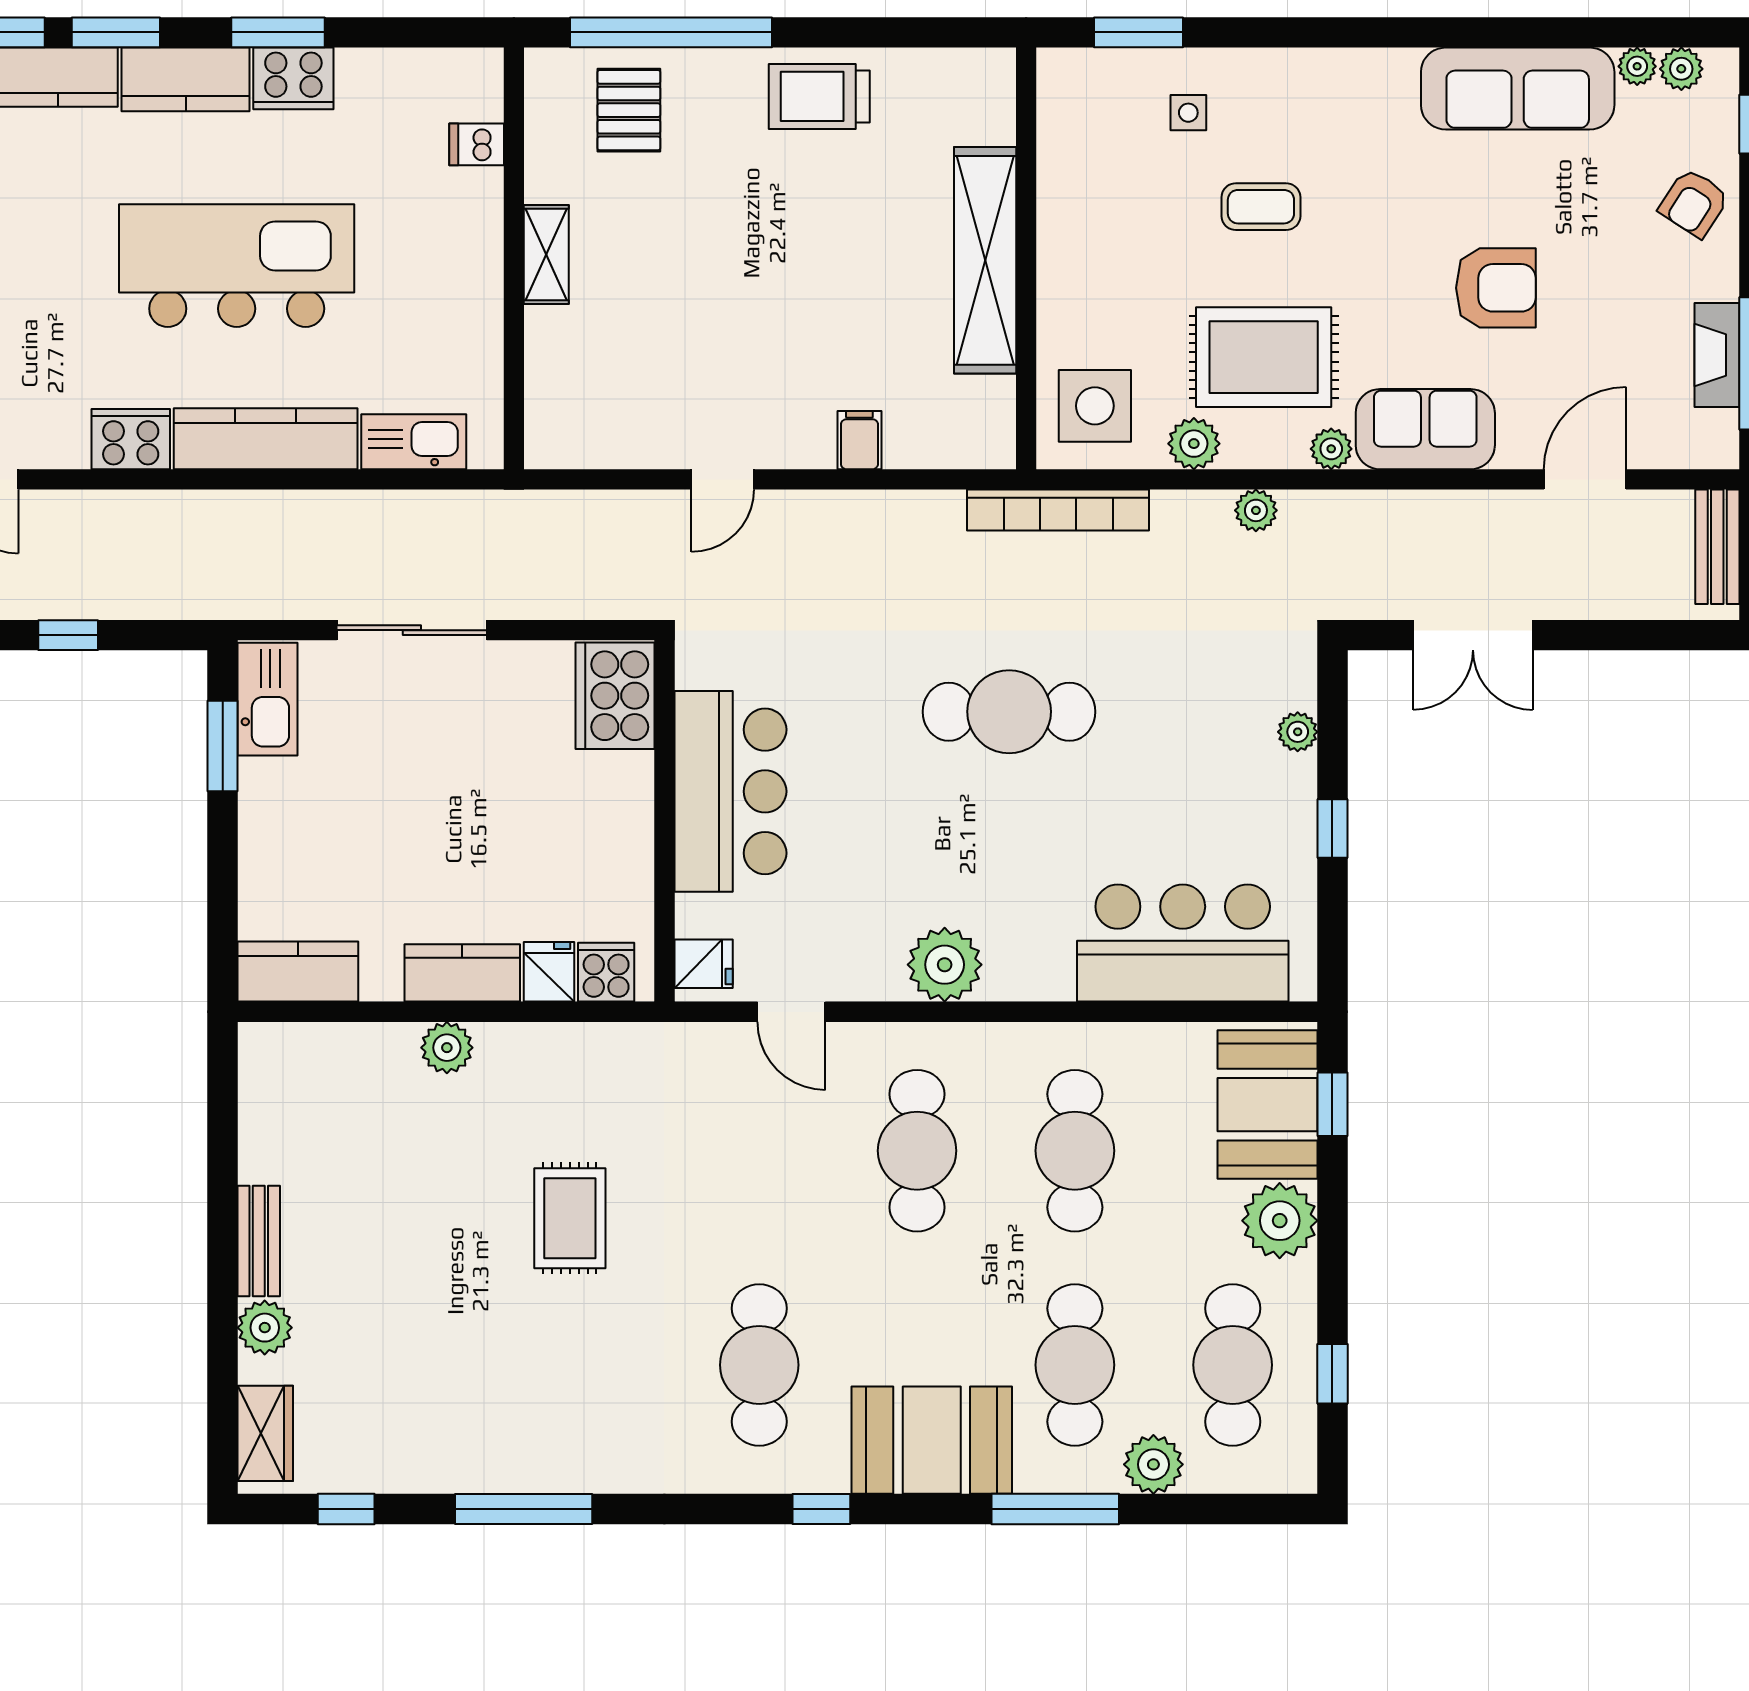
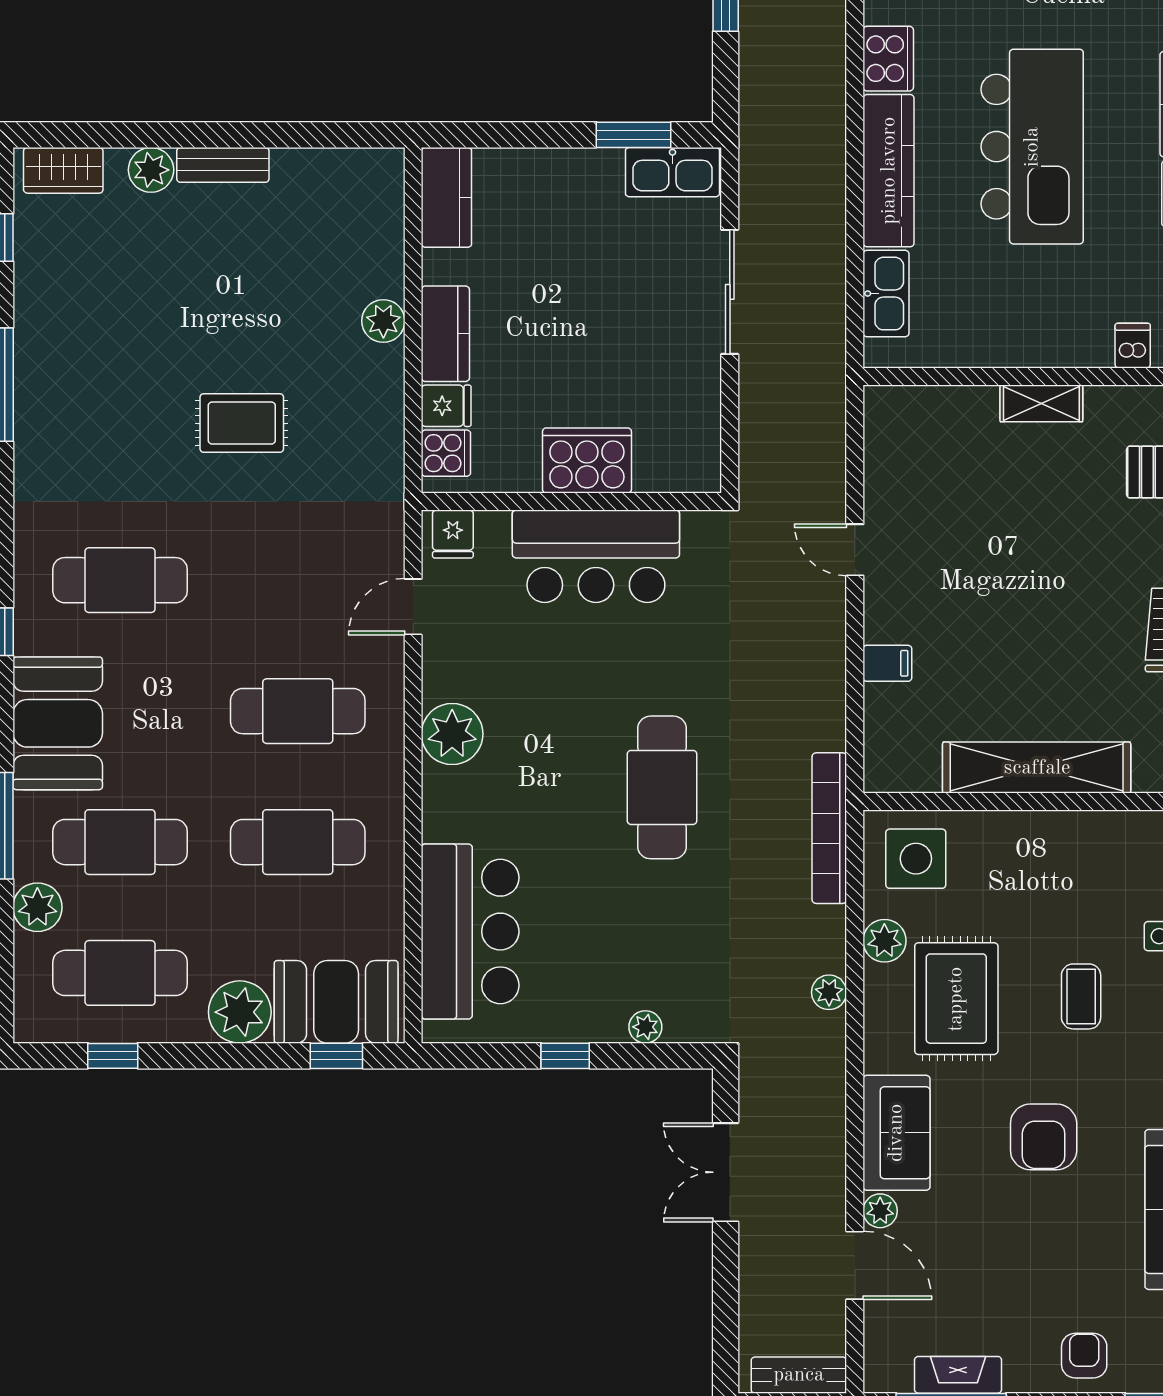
armchair: (1694, 203) -> (1084, 1356), turned 57
armchair: (1496, 288) -> (1044, 1137), moved
plant: (1331, 449) -> (880, 1211), moved
cooker: (615, 696) -> (587, 461), moved

